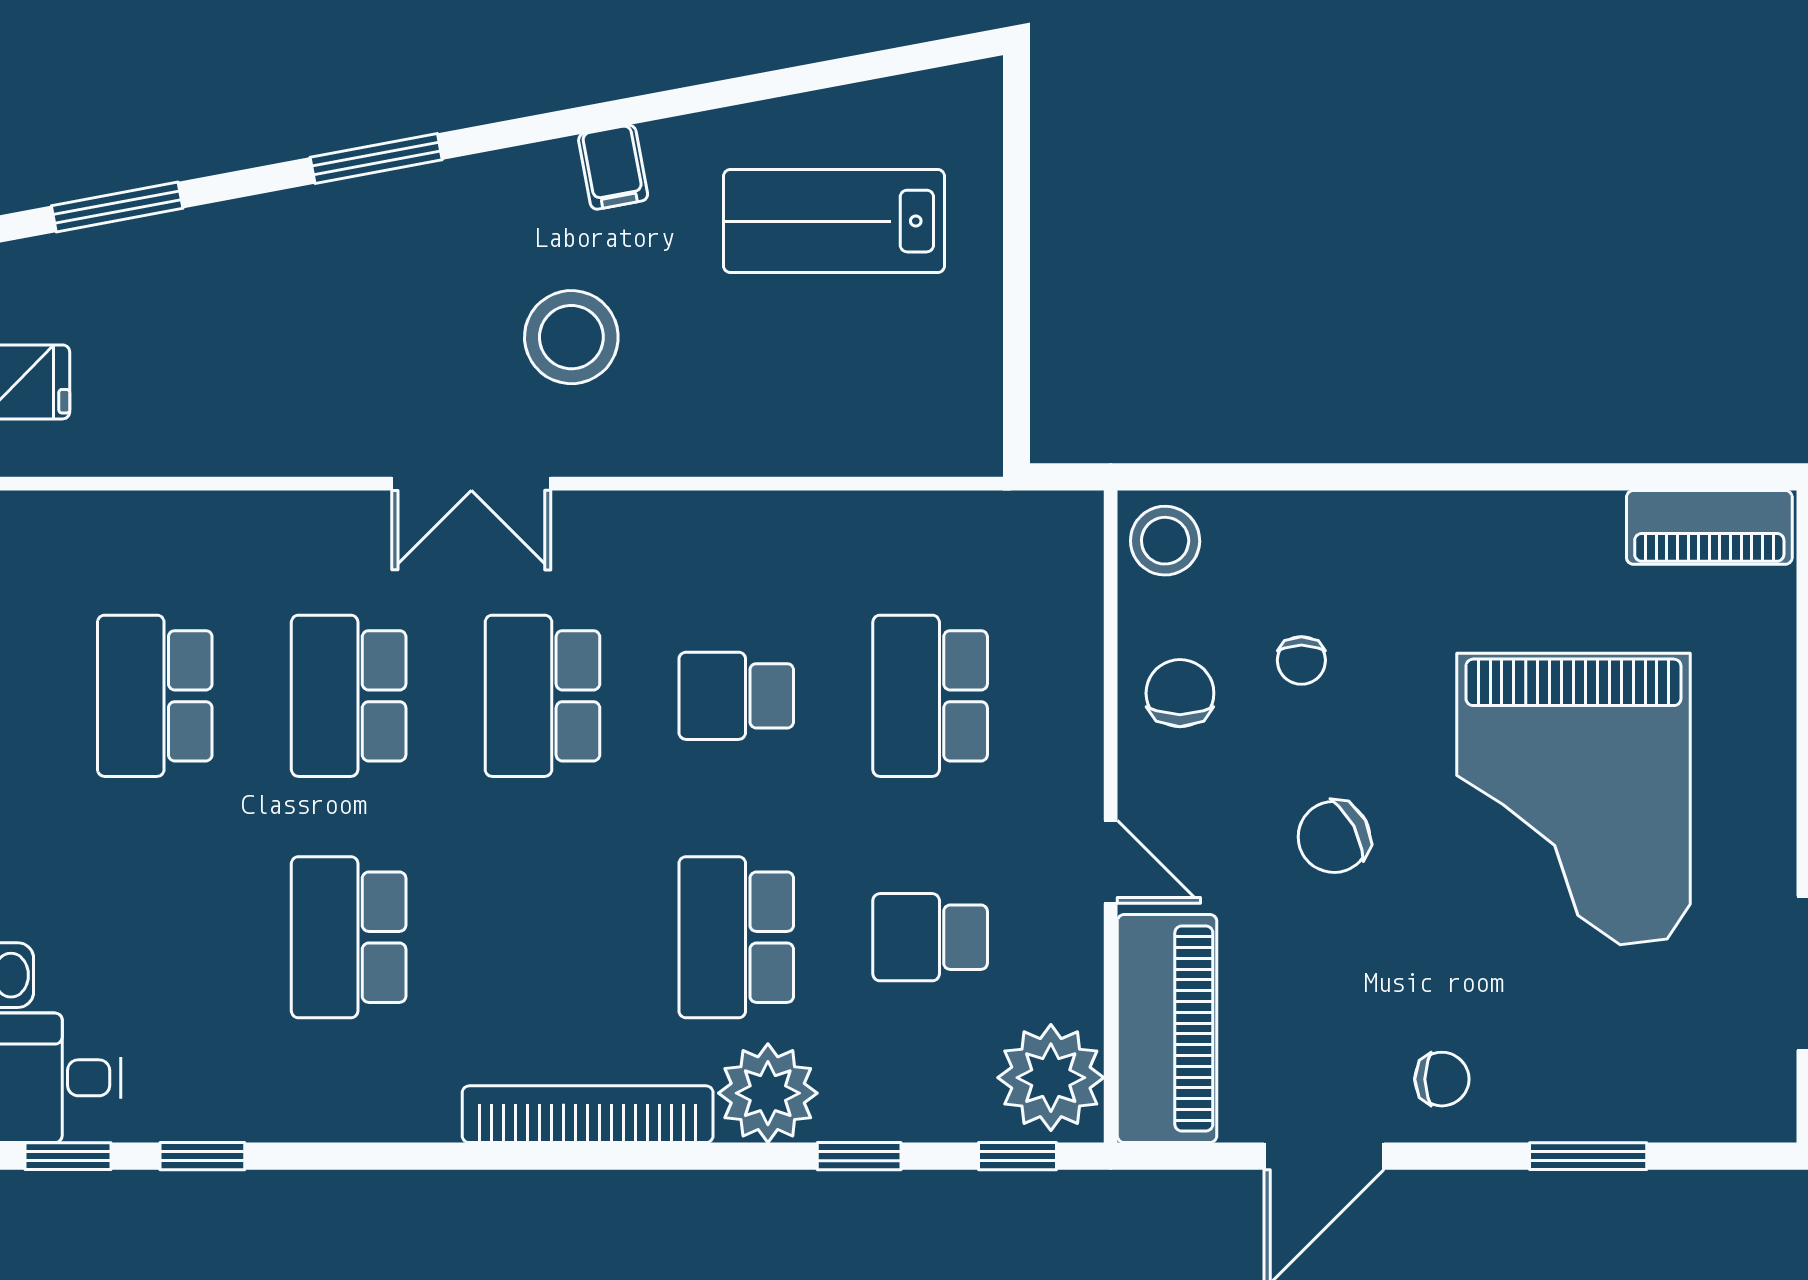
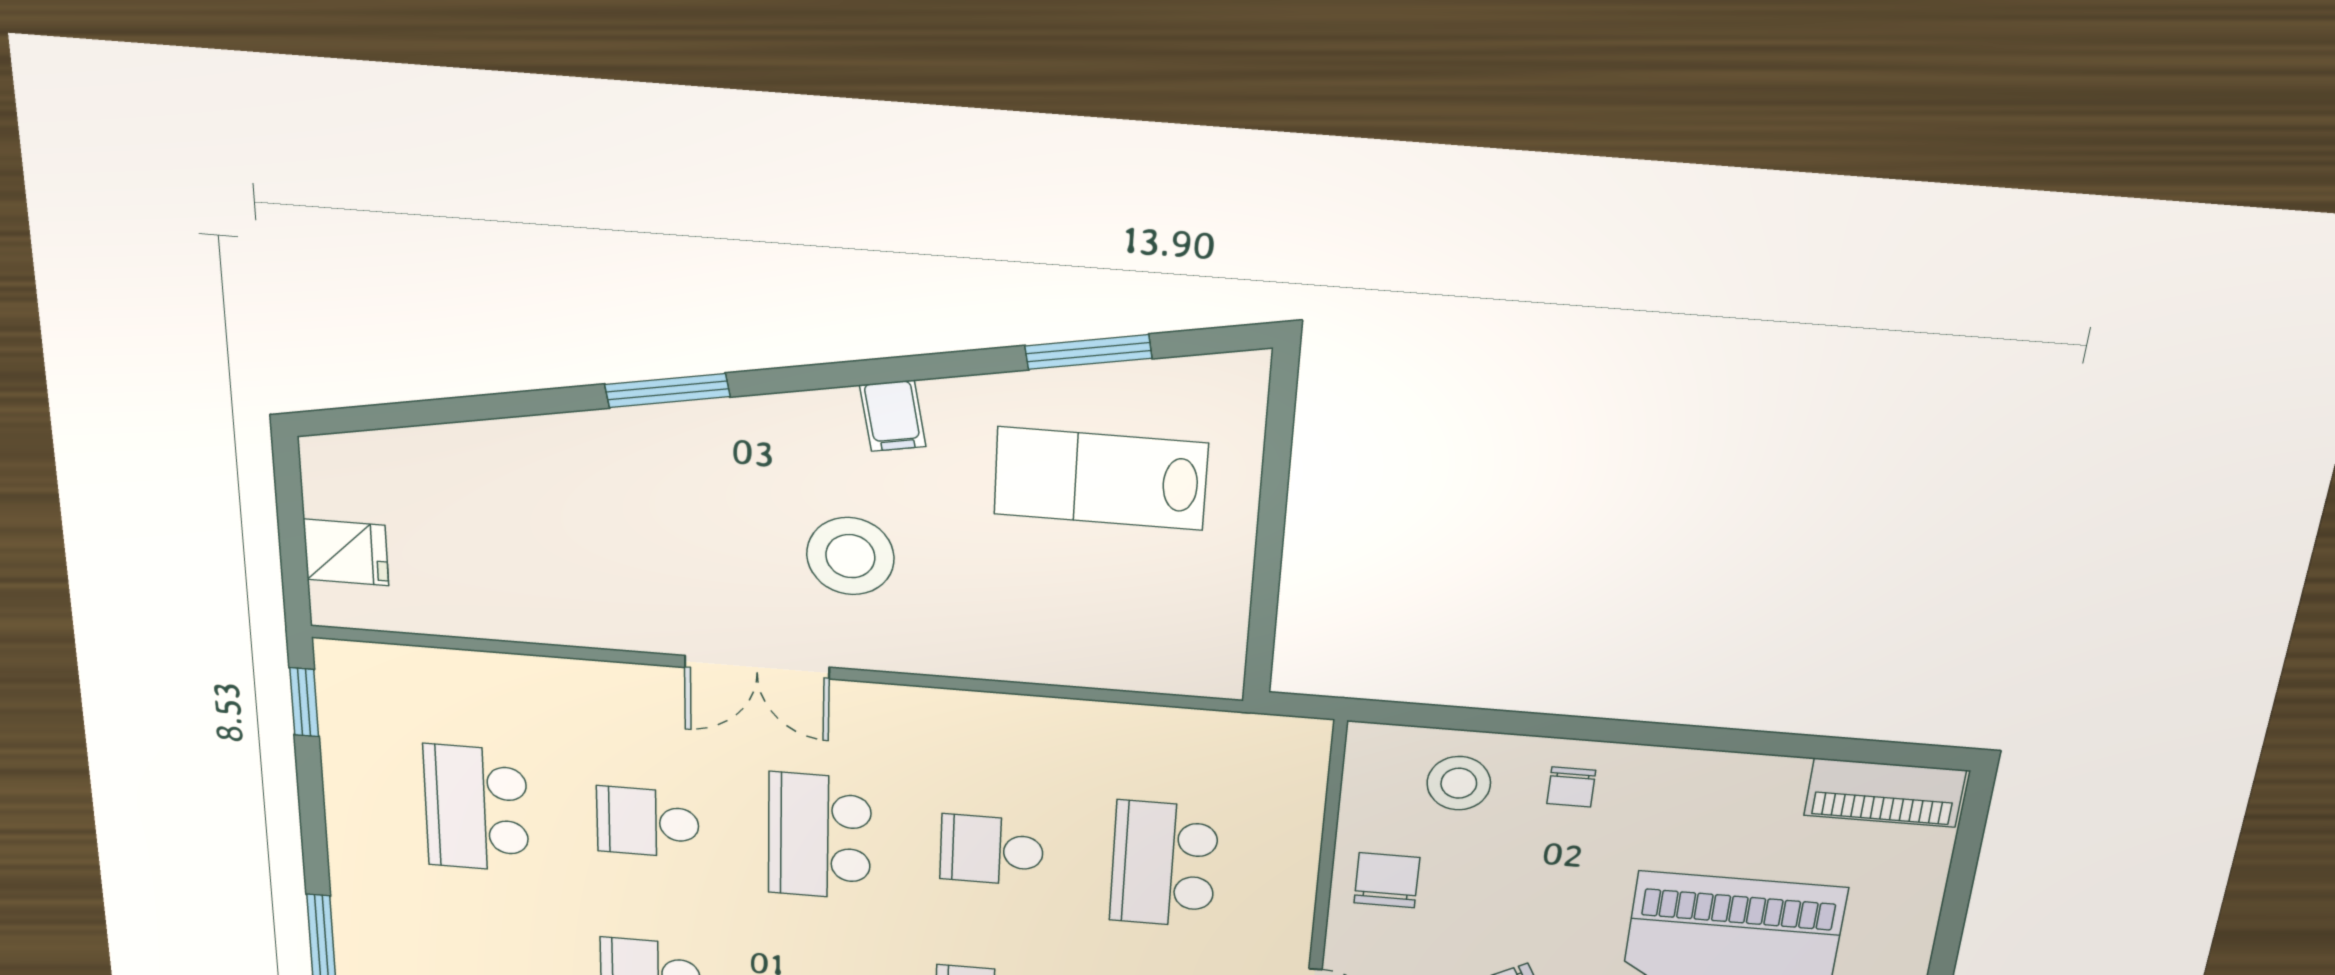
window: (117, 207) -> (1088, 352), moved
stool: (1165, 541) -> (1459, 783), moved
chair: (1301, 660) -> (1571, 787), moved
school desk: (349, 696) -> (648, 822), width x0.54

